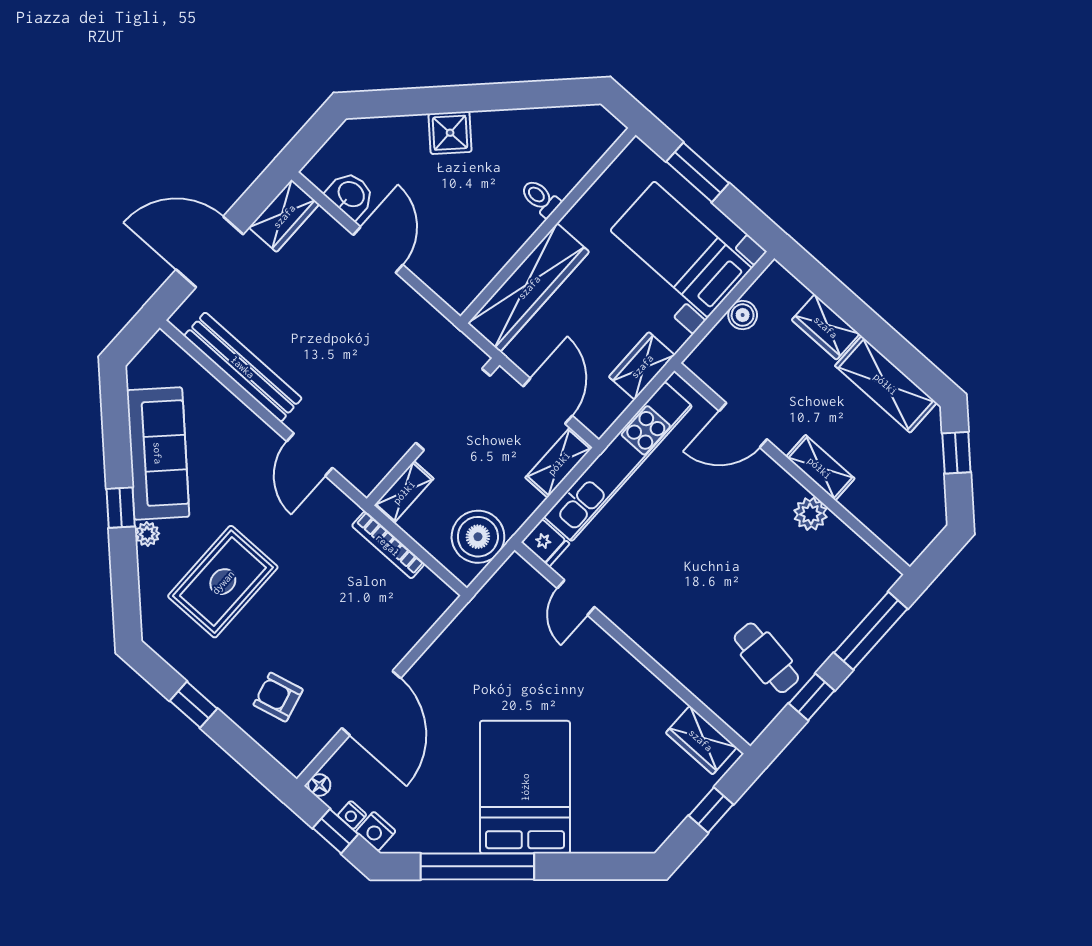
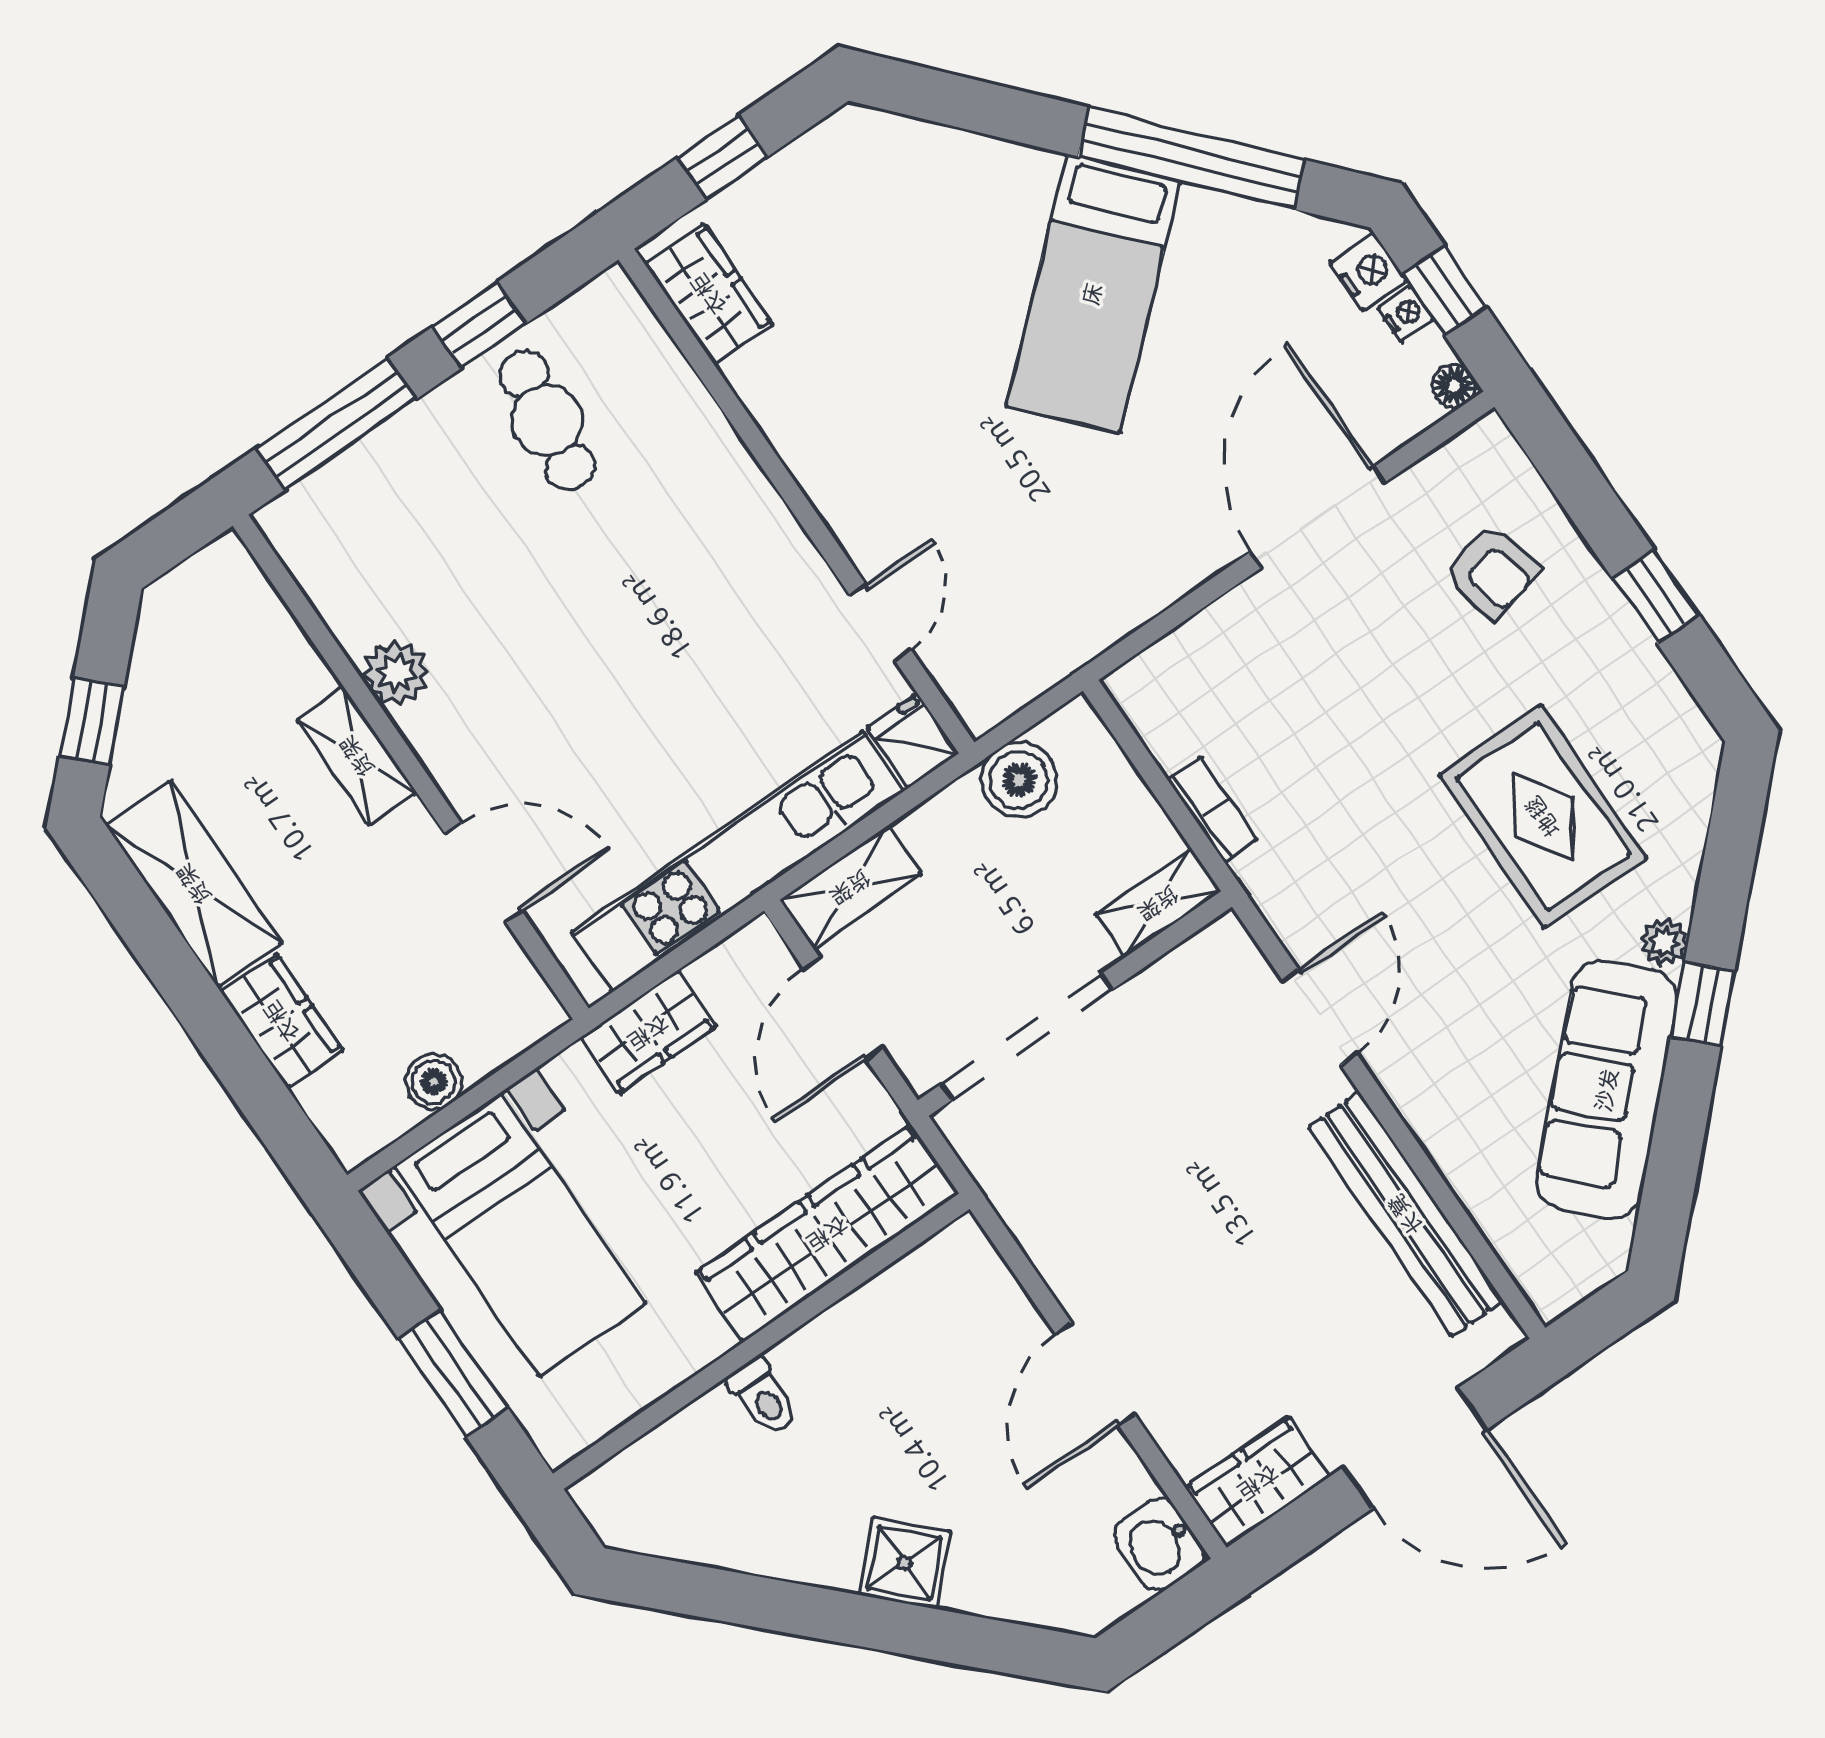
washbasin: (350, 195) -> (1159, 1544), moved
boiler: (478, 537) -> (1019, 780), width x0.73, depth x0.73
bookcase: (388, 545) -> (1212, 810), width x0.64
rug: (223, 582) -> (1543, 816), turned 90
bed: (525, 787) -> (1093, 294), width x0.67

